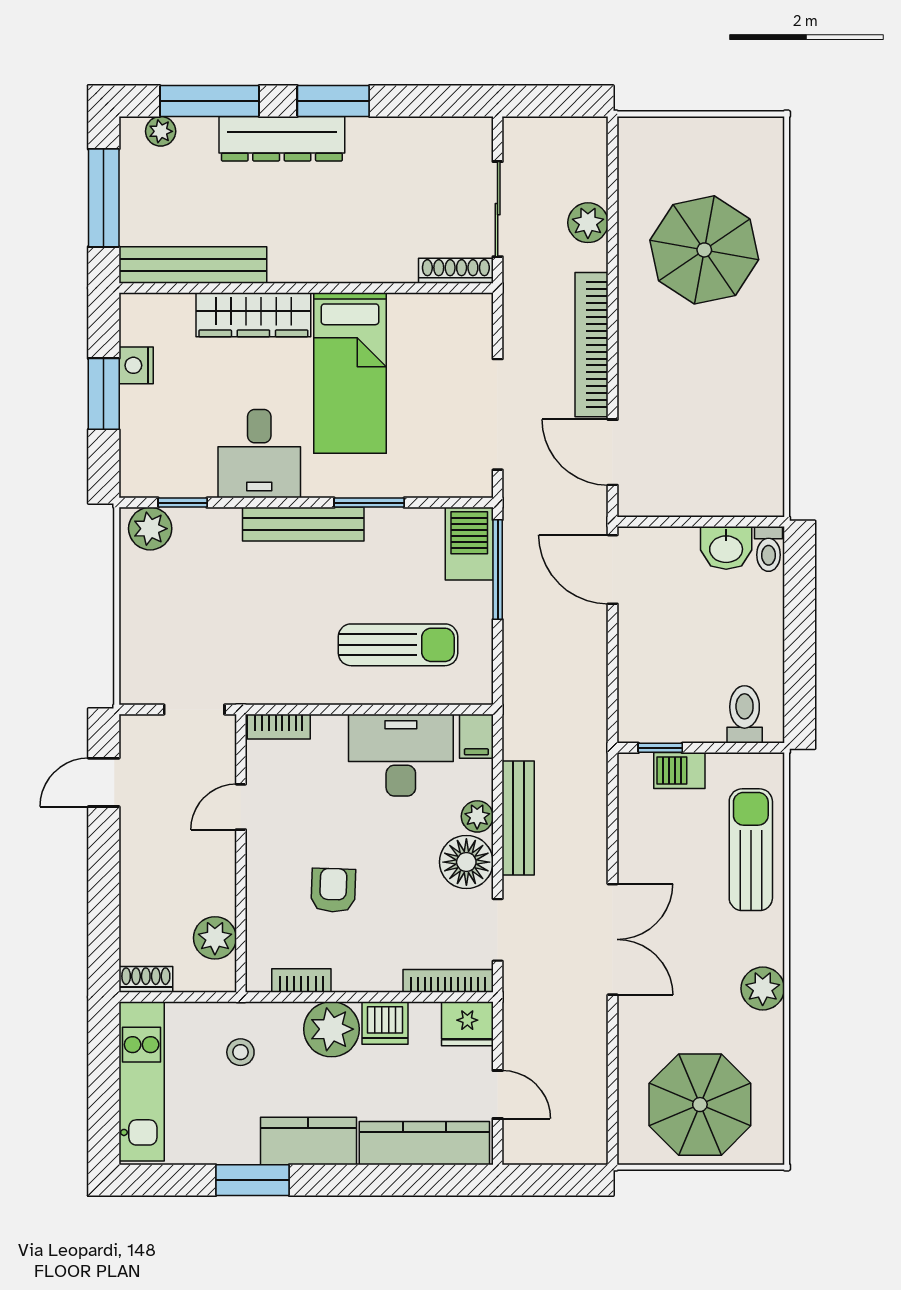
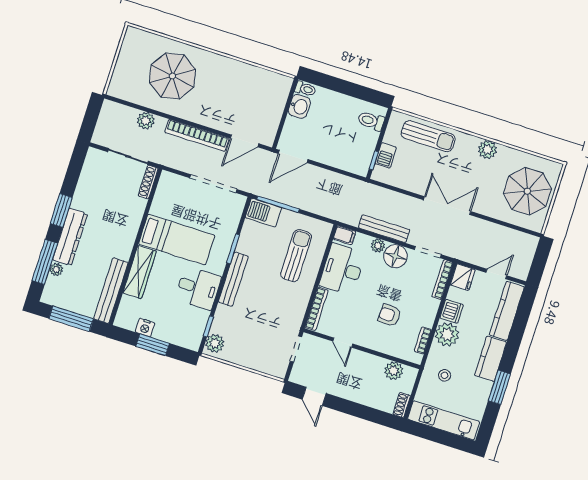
plant: (161, 131) -> (56, 269), moved
bookcase: (279, 727) -> (317, 309), width x1.56
sun lounger: (751, 850) -> (428, 136), turned 180

